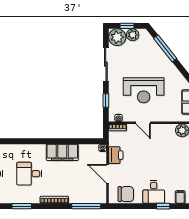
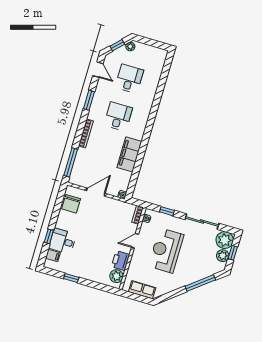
printer: (116, 155) -> (120, 261), moved, turned 90
desk: (154, 192) -> (62, 241), moved

